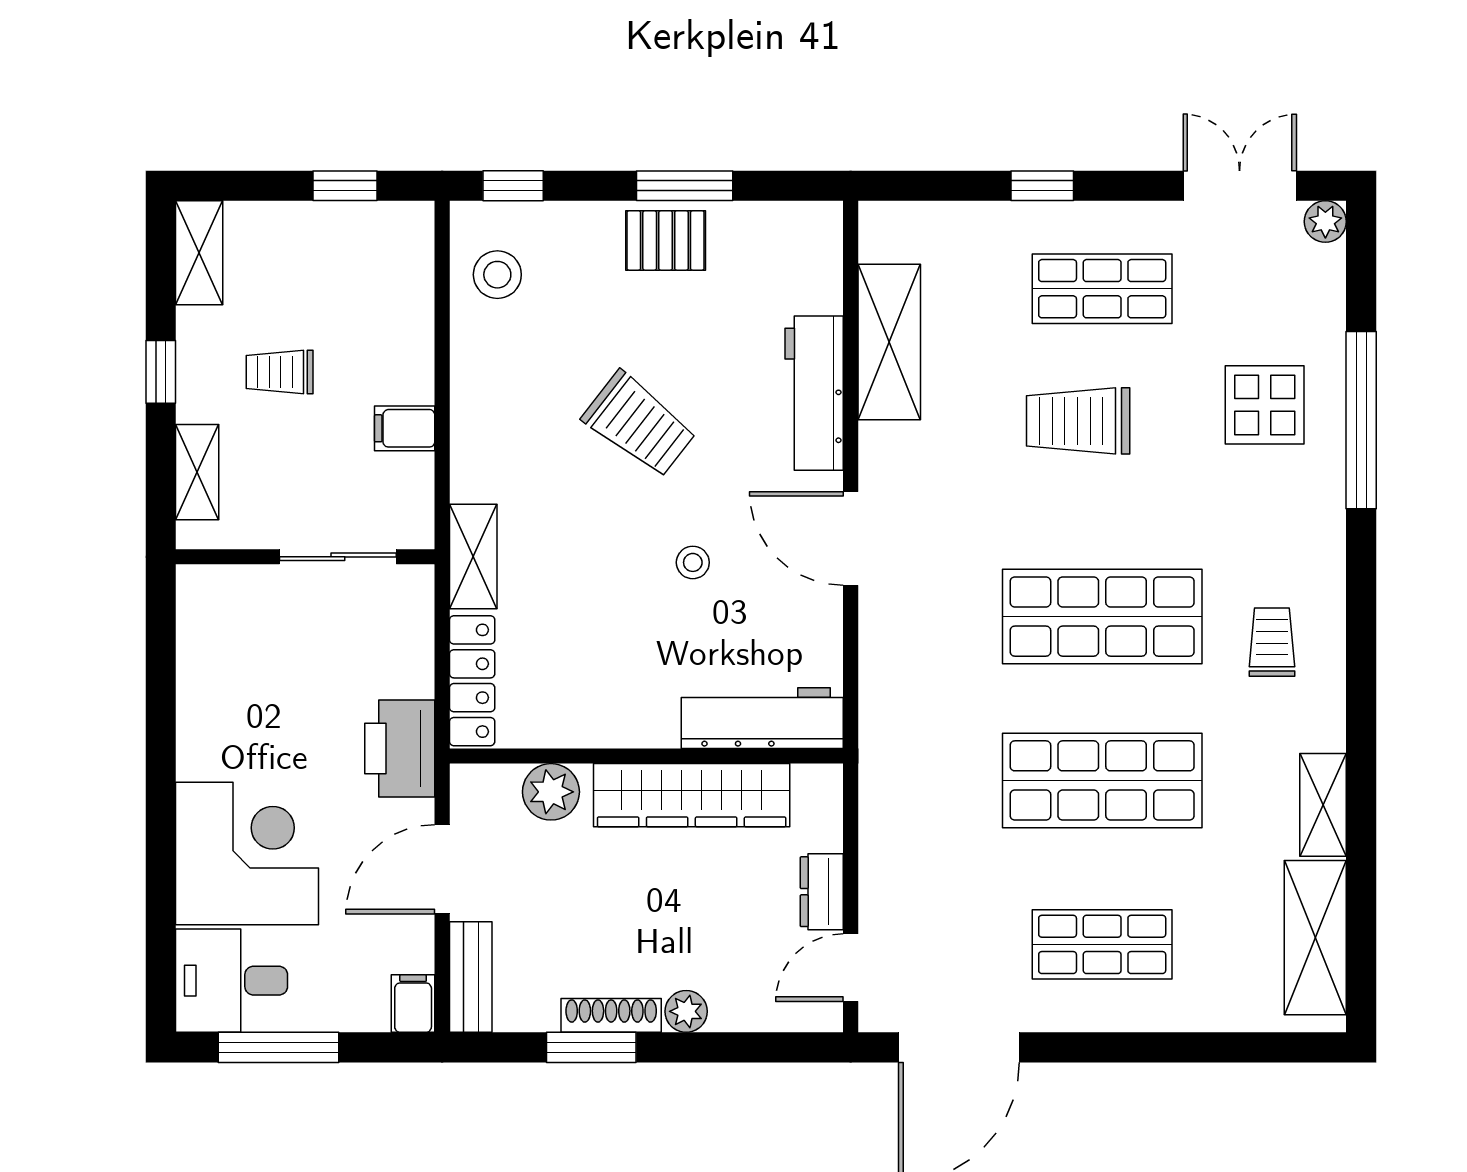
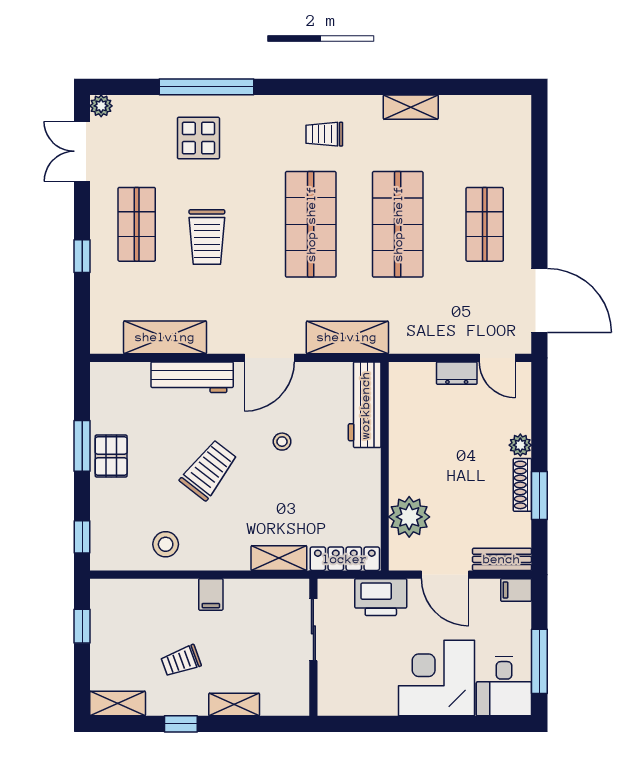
stool: (497, 275) -> (166, 544), moved
trolley: (280, 372) -> (181, 661), turned 70
wall: (305, 557) -> (313, 647), moved
sliding door: (338, 557) -> (313, 630), moved
plant: (551, 792) -> (409, 517), width x1.36, depth x1.36
wardrobe: (692, 795) -> (406, 442), removed
shelving: (1315, 938) -> (347, 337), moved

